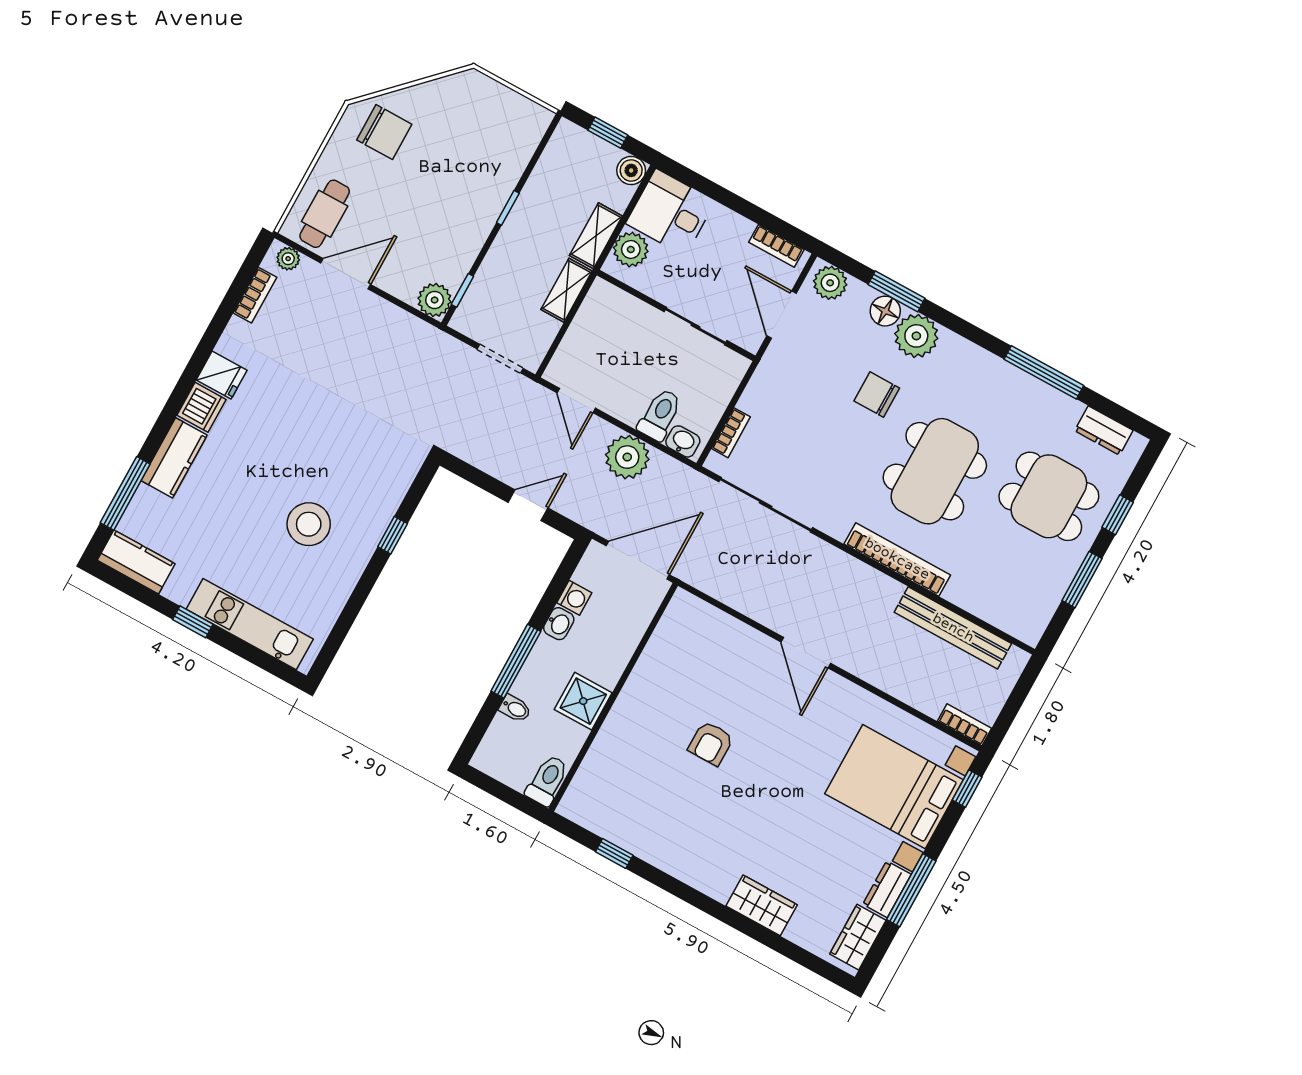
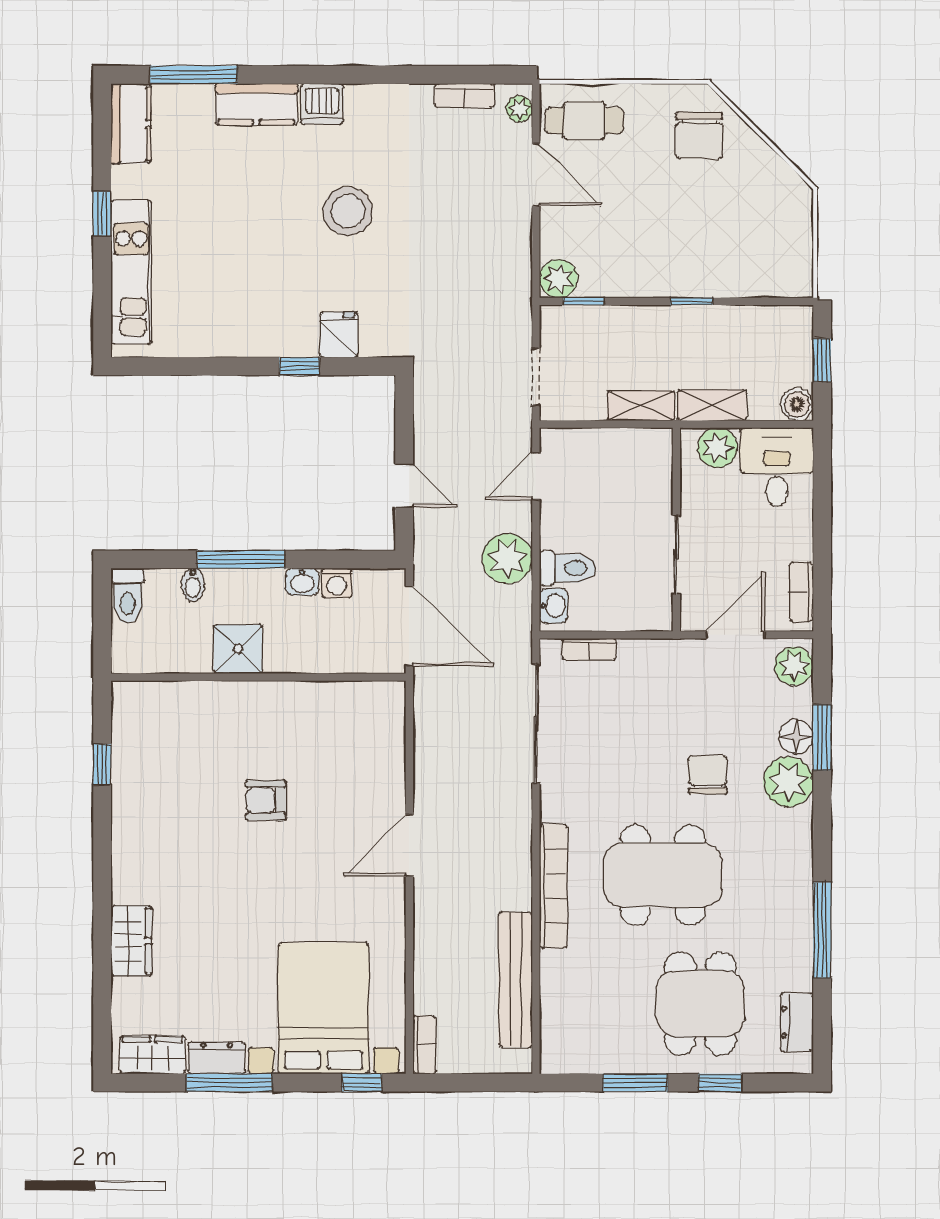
fridge: (222, 375) -> (339, 335), moved, turned 180
stool: (309, 524) -> (348, 211), moved
toilet: (547, 780) -> (128, 596), moved, turned 90

